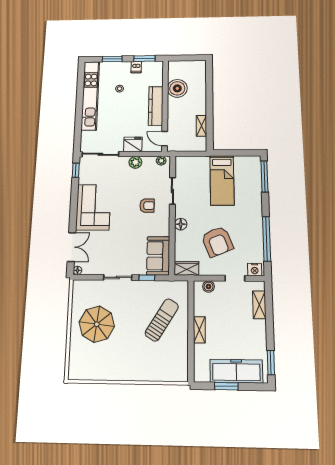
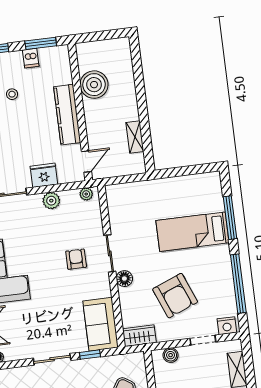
door: (165, 139) -> (86, 162), swing flipped
window: (264, 176) -> (230, 218), moved
bed: (222, 180) -> (192, 232), moved, turned 90
sliding door: (172, 191) -> (110, 253), moved
armchair: (147, 206) -> (76, 259), turned -90

